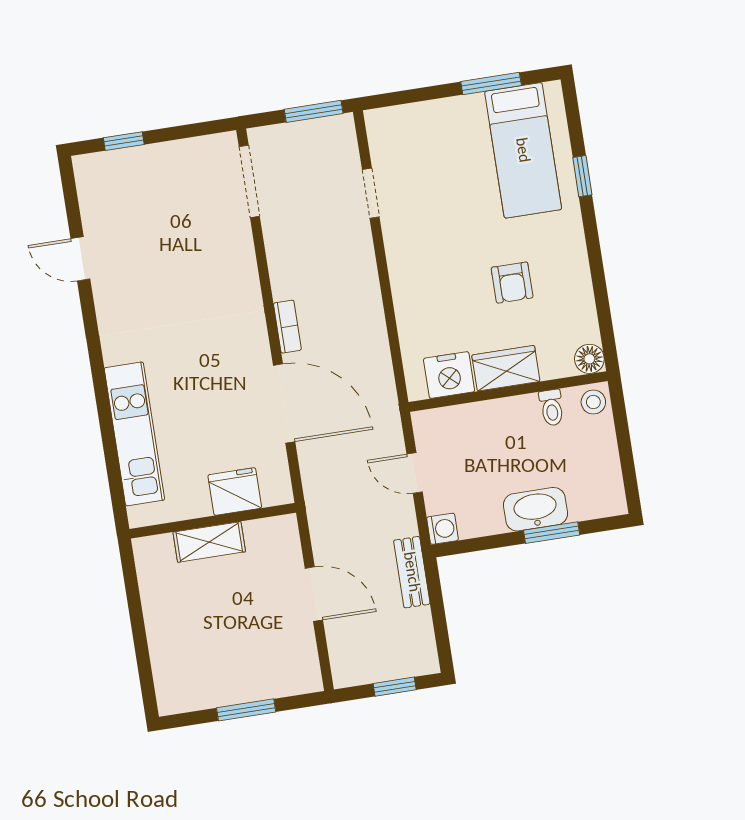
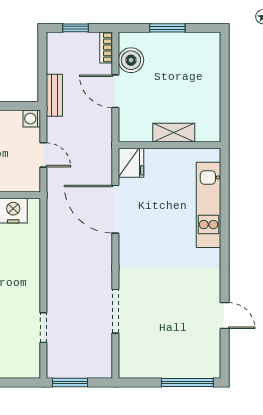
window: (124, 141) -> (187, 383), width x2.17
doorway: (249, 181) -> (115, 311), moved
bookcase: (287, 327) -> (106, 47), moved
fridge: (235, 491) -> (131, 163), moved, turned -90
boiler: (297, 648) -> (131, 60), added

